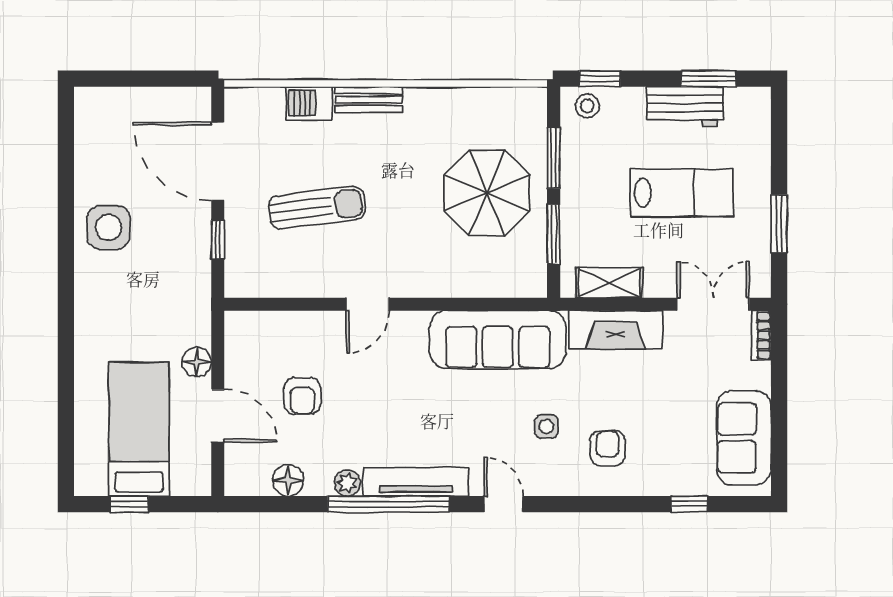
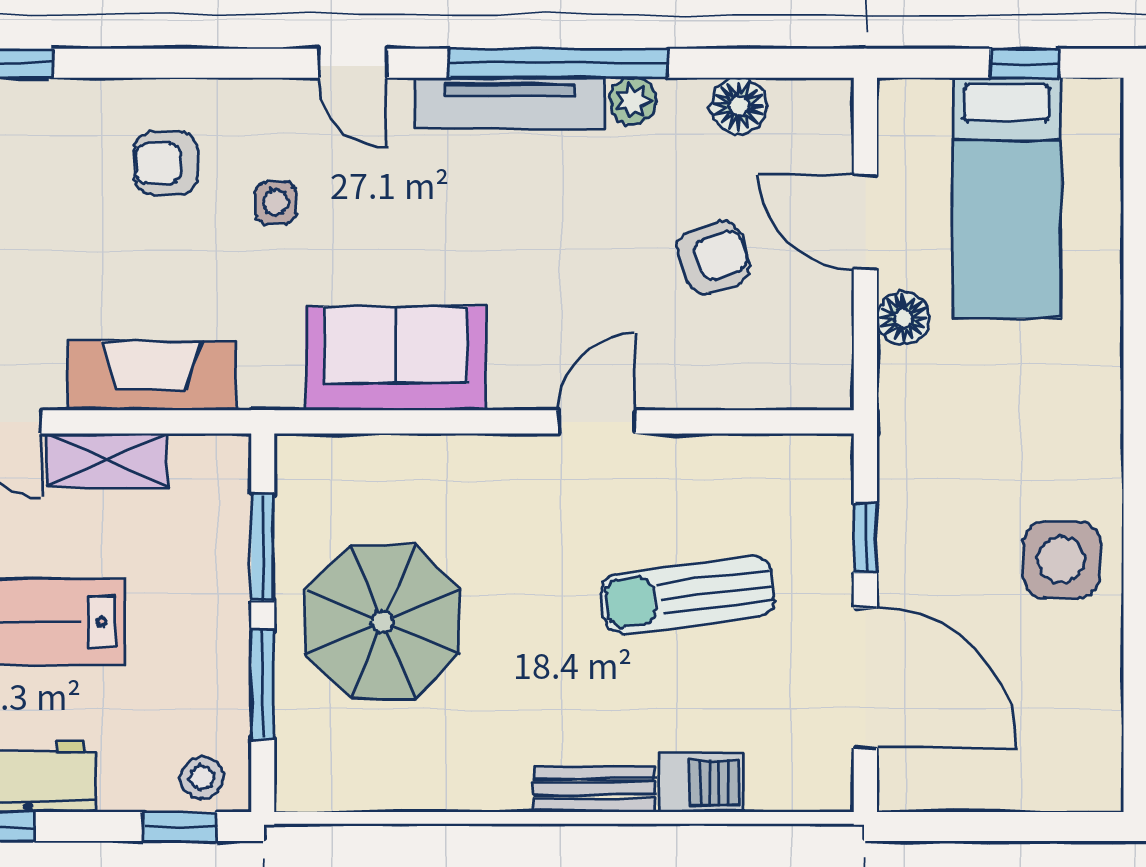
shelving: (609, 283) -> (107, 460), moved
sofa: (498, 340) -> (395, 358), width x0.73
armchair: (302, 396) -> (714, 257), turned 72
armchair: (608, 448) -> (166, 163), turned 90

